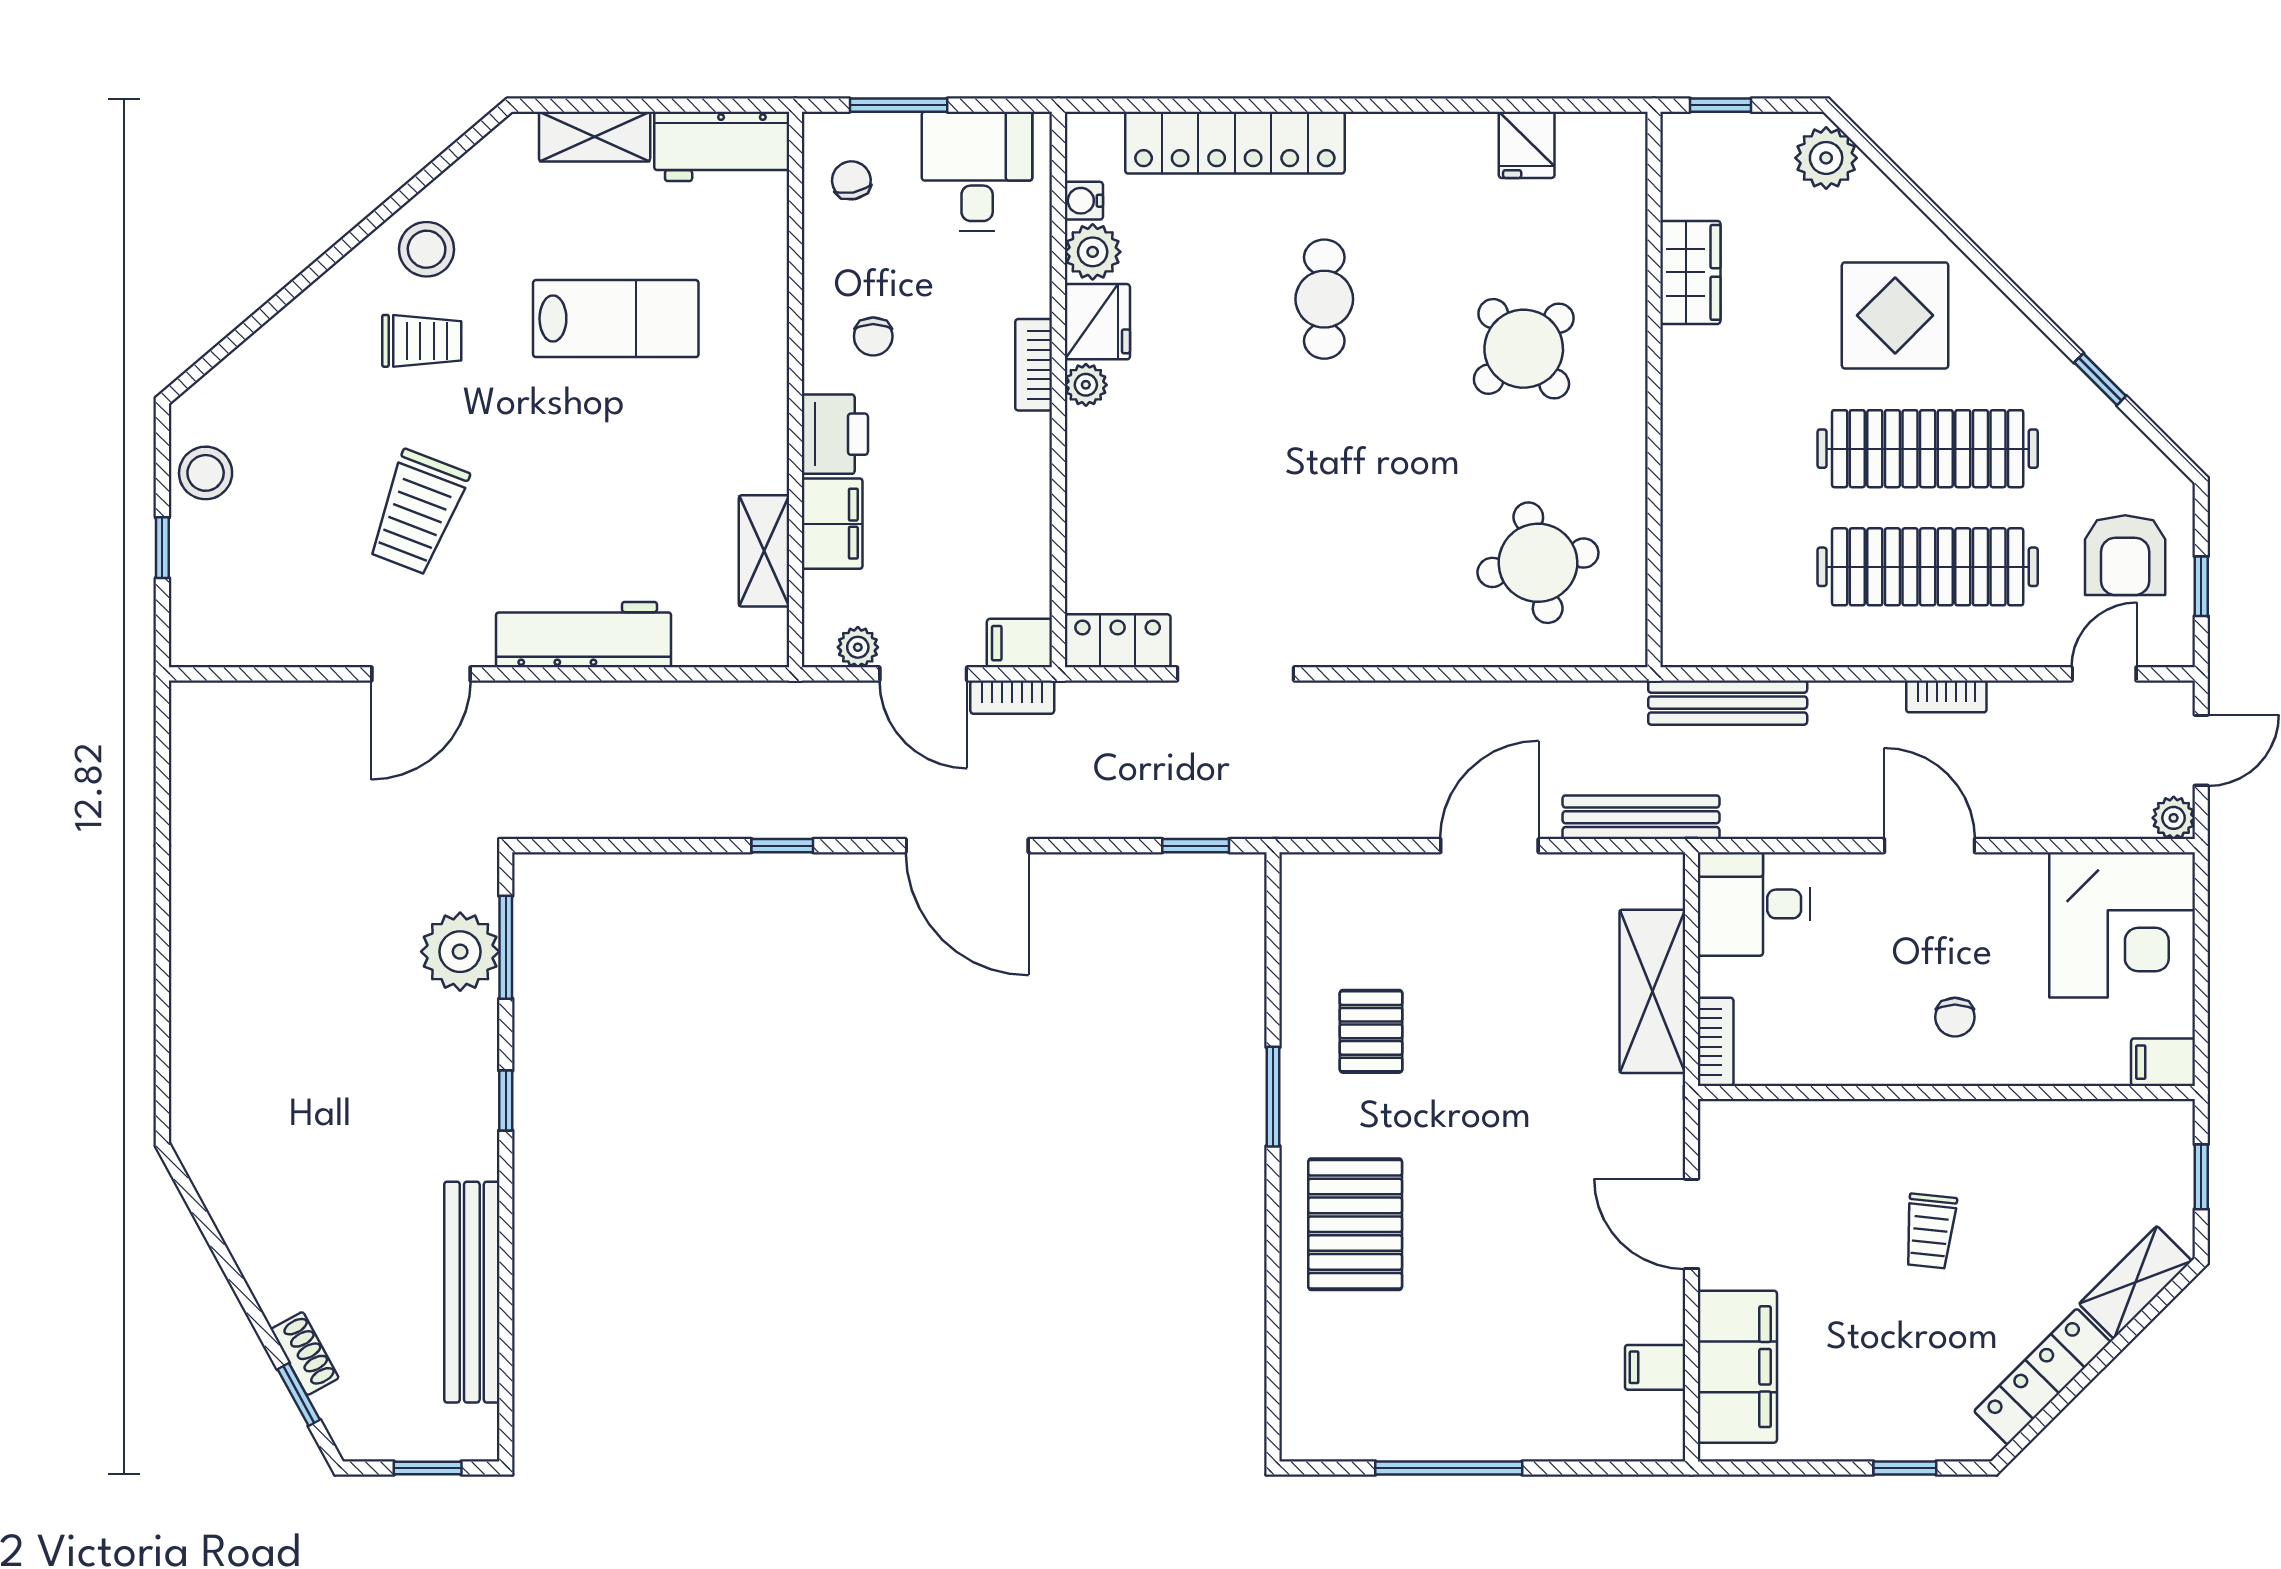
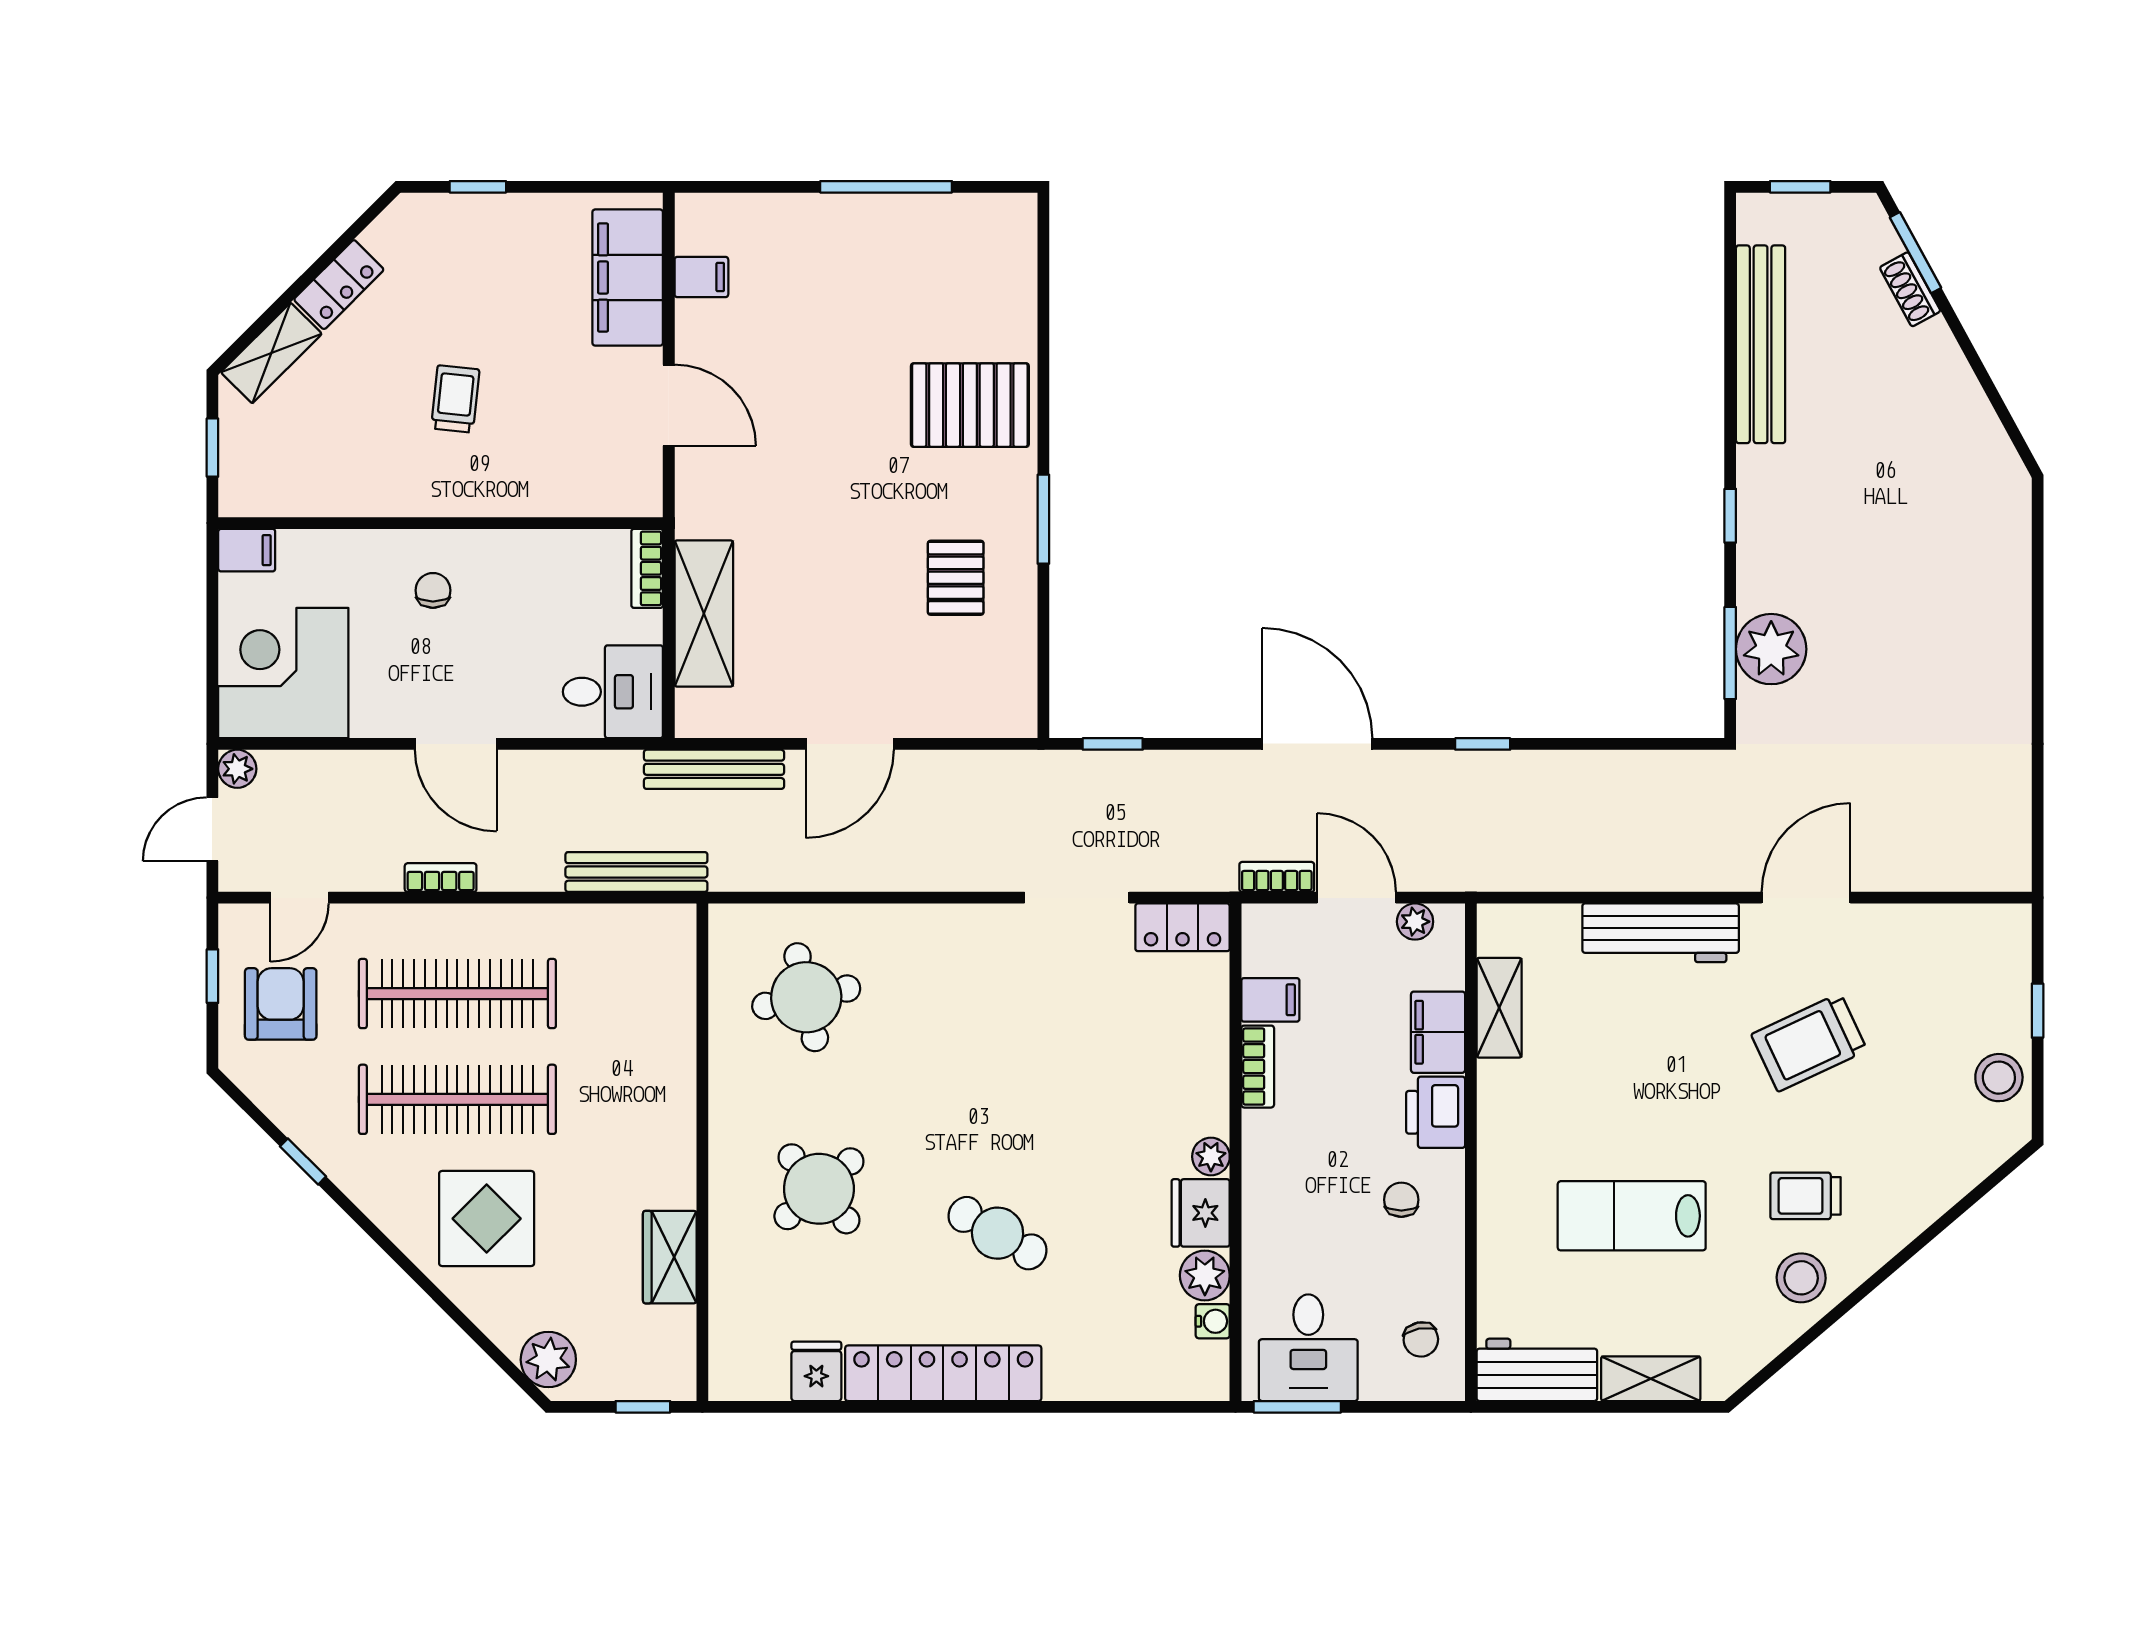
window: (899, 105) -> (1297, 1407), moved
locker: (1235, 143) -> (943, 1373), moved
cafe table: (1324, 299) -> (998, 1233), turned -60
bookcase: (1034, 365) -> (1258, 1067), moved
trolley: (418, 512) -> (1809, 1042), turned -136
filing cabinet: (1019, 643) -> (1270, 1000), moved
pallet: (1355, 1224) -> (970, 405), turned 90
locker: (2042, 1377) -> (339, 285), width x0.66
window: (299, 1395) -> (1915, 253), width x1.50

